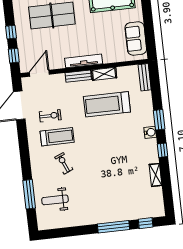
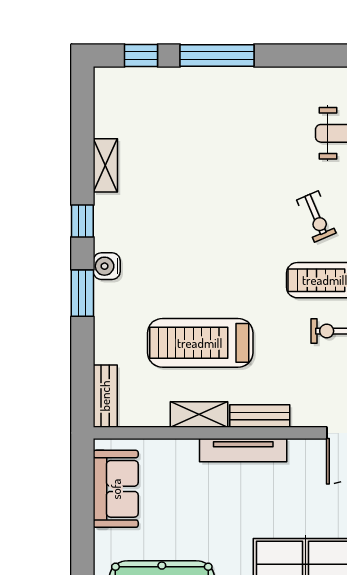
treadmill: (107, 104) -> (200, 343), turned 180

